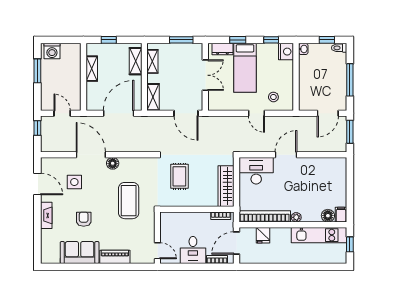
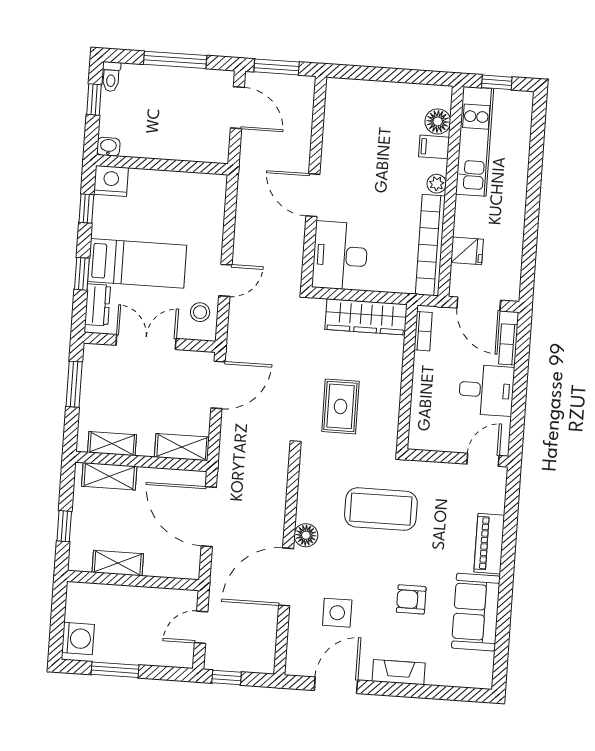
stool: (273, 97) -> (200, 312), moved
door: (256, 113) -> (225, 280), moved
rug: (179, 176) -> (340, 406), turned 90
filing cabinet: (341, 215) -> (434, 147), moved

